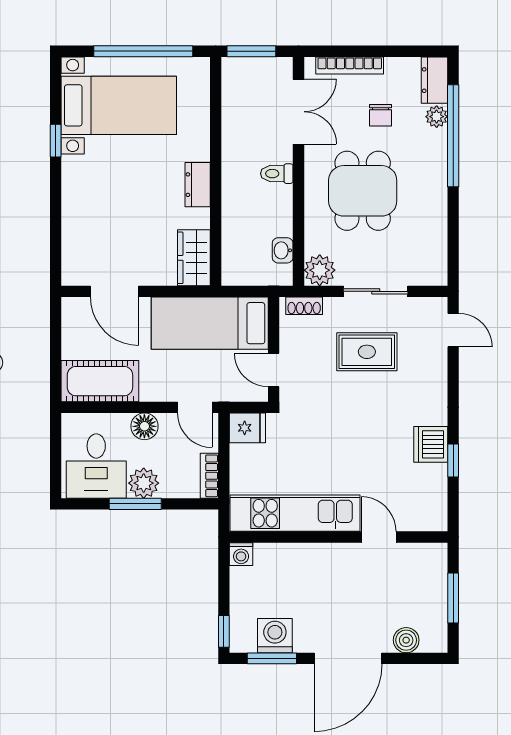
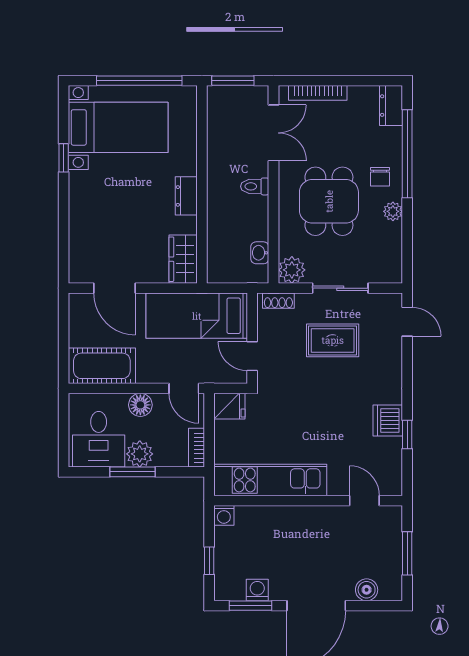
chair: (381, 115) -> (380, 177), moved
plant: (437, 117) -> (393, 211), moved
door: (379, 537) -> (364, 501), moved
window: (224, 631) -> (209, 561), moved
washing machine: (275, 636) -> (257, 590), width x0.73, depth x0.73

